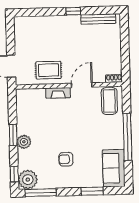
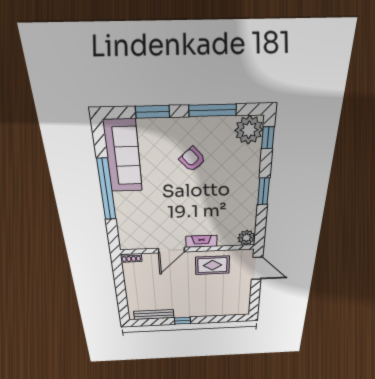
coffee table: (109, 101) -> (135, 233), removed
plant: (24, 142) -> (246, 238), moved
armchair: (66, 159) -> (192, 159), turned -132
sofa: (114, 168) -> (123, 156), width x1.36
window: (41, 193) -> (213, 110), moved

